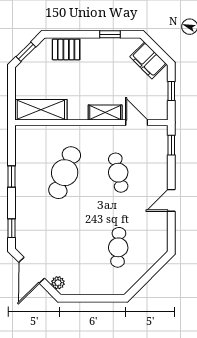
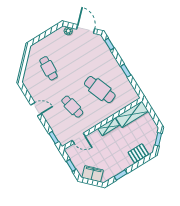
shelving: (105, 112) -> (109, 127), moved
cafe table: (65, 173) -> (100, 90), turned -42
door: (171, 200) -> (36, 109), hinge flipped

